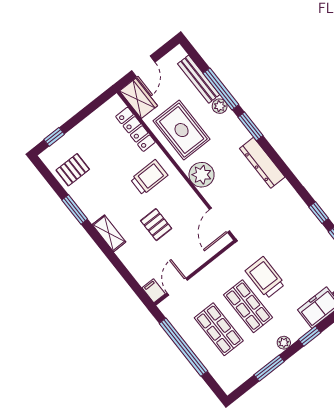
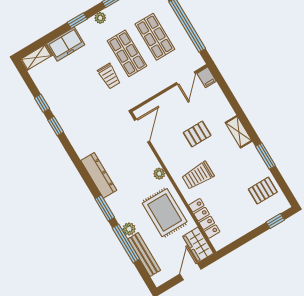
plant: (202, 175) -> (159, 174), width x0.53, depth x0.53
pallet: (156, 225) -> (197, 134), turned 90
trolley: (265, 277) -> (109, 76), width x0.73, depth x0.72

